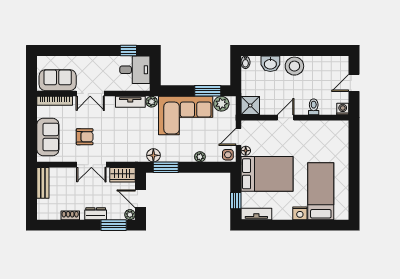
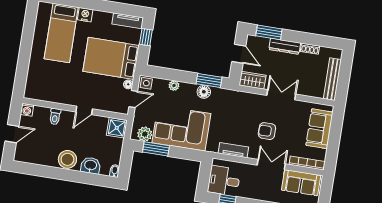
plant: (152, 102) -> (213, 147), removed
armchair: (85, 137) -> (267, 131), moved
floor lamp: (153, 155) -> (204, 92), moved
bench: (43, 183) -> (332, 79), width x1.36
dresser: (96, 214) -> (285, 46), width x1.44
plant: (130, 215) -> (251, 40), removed

